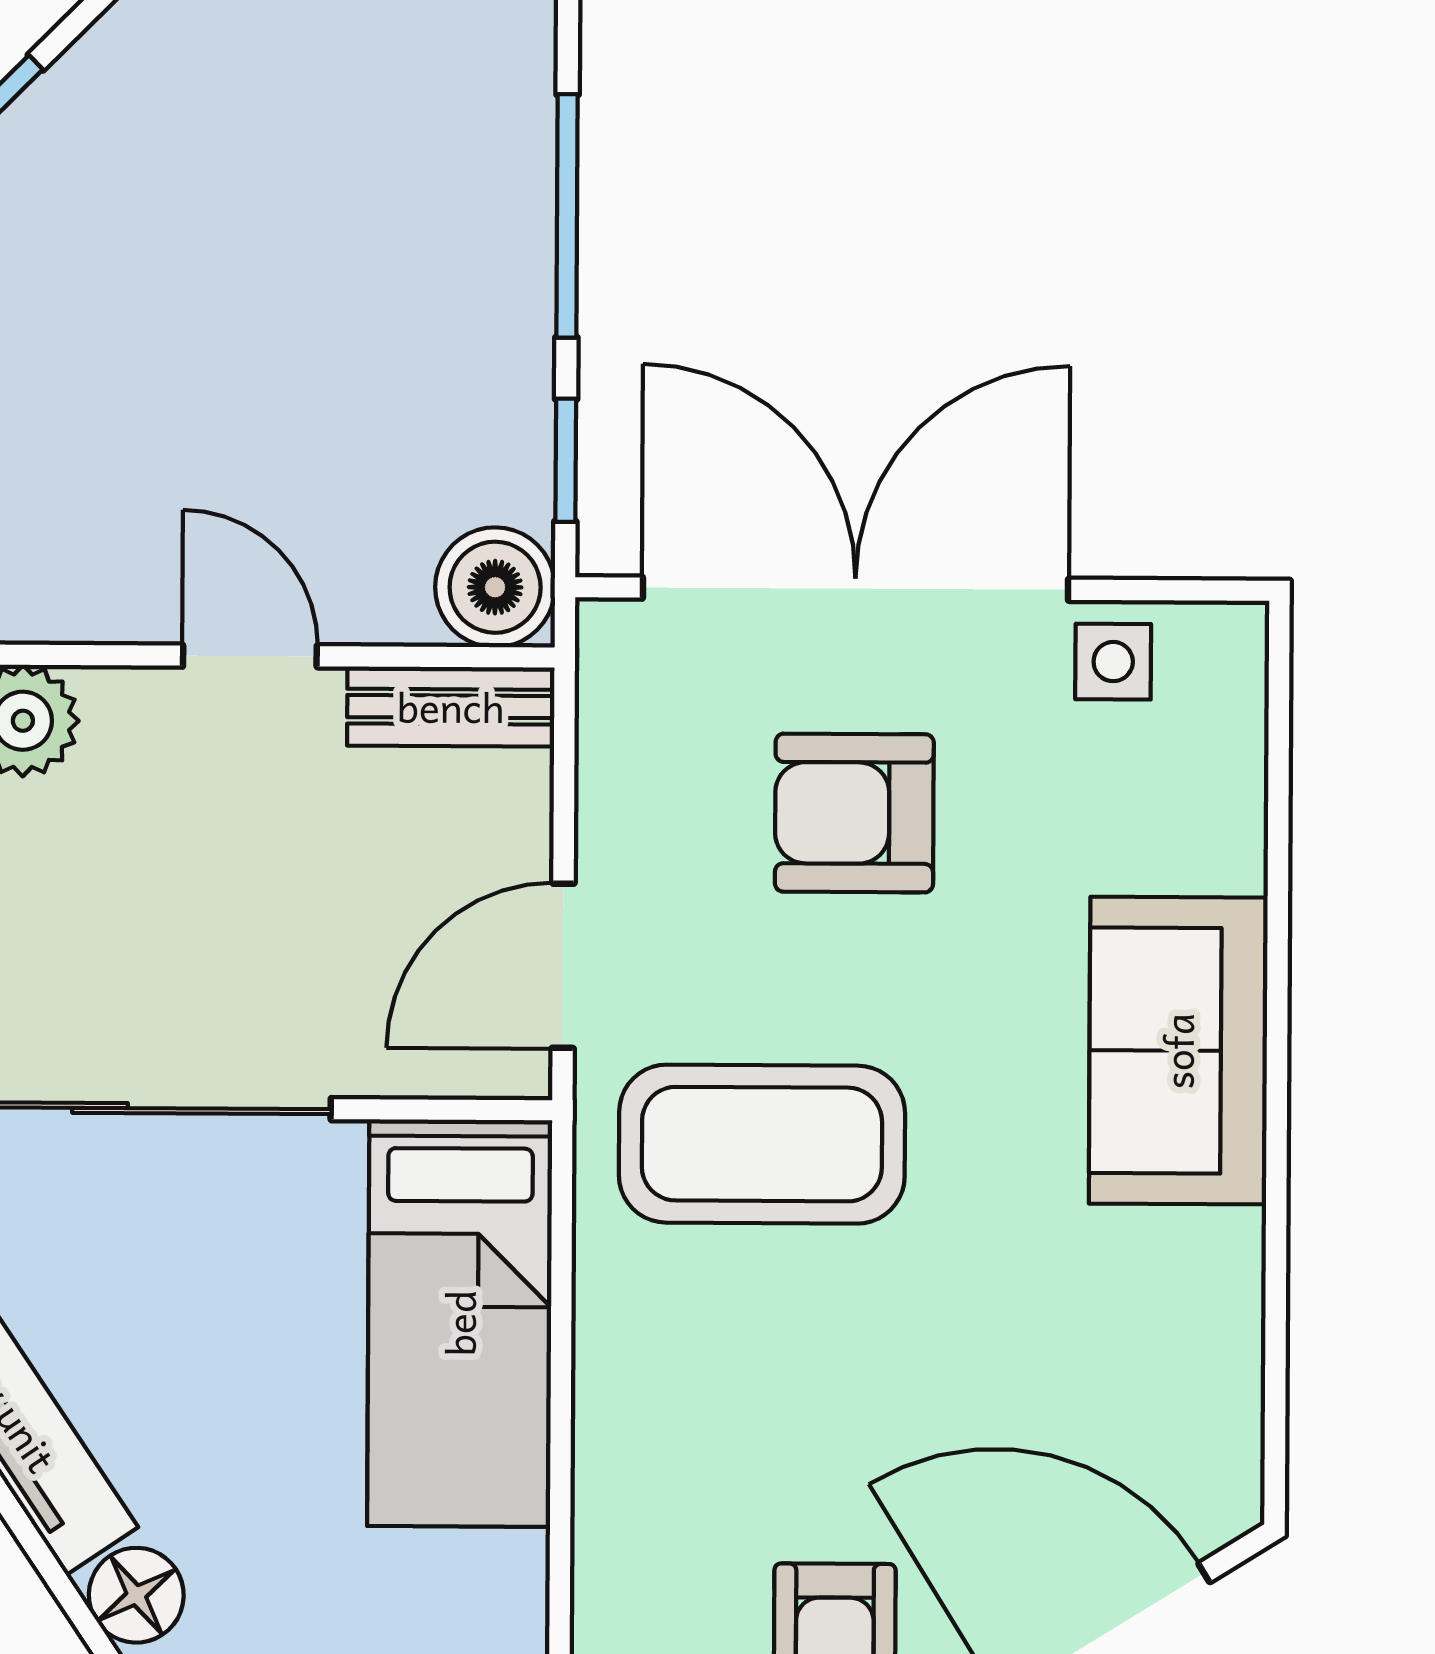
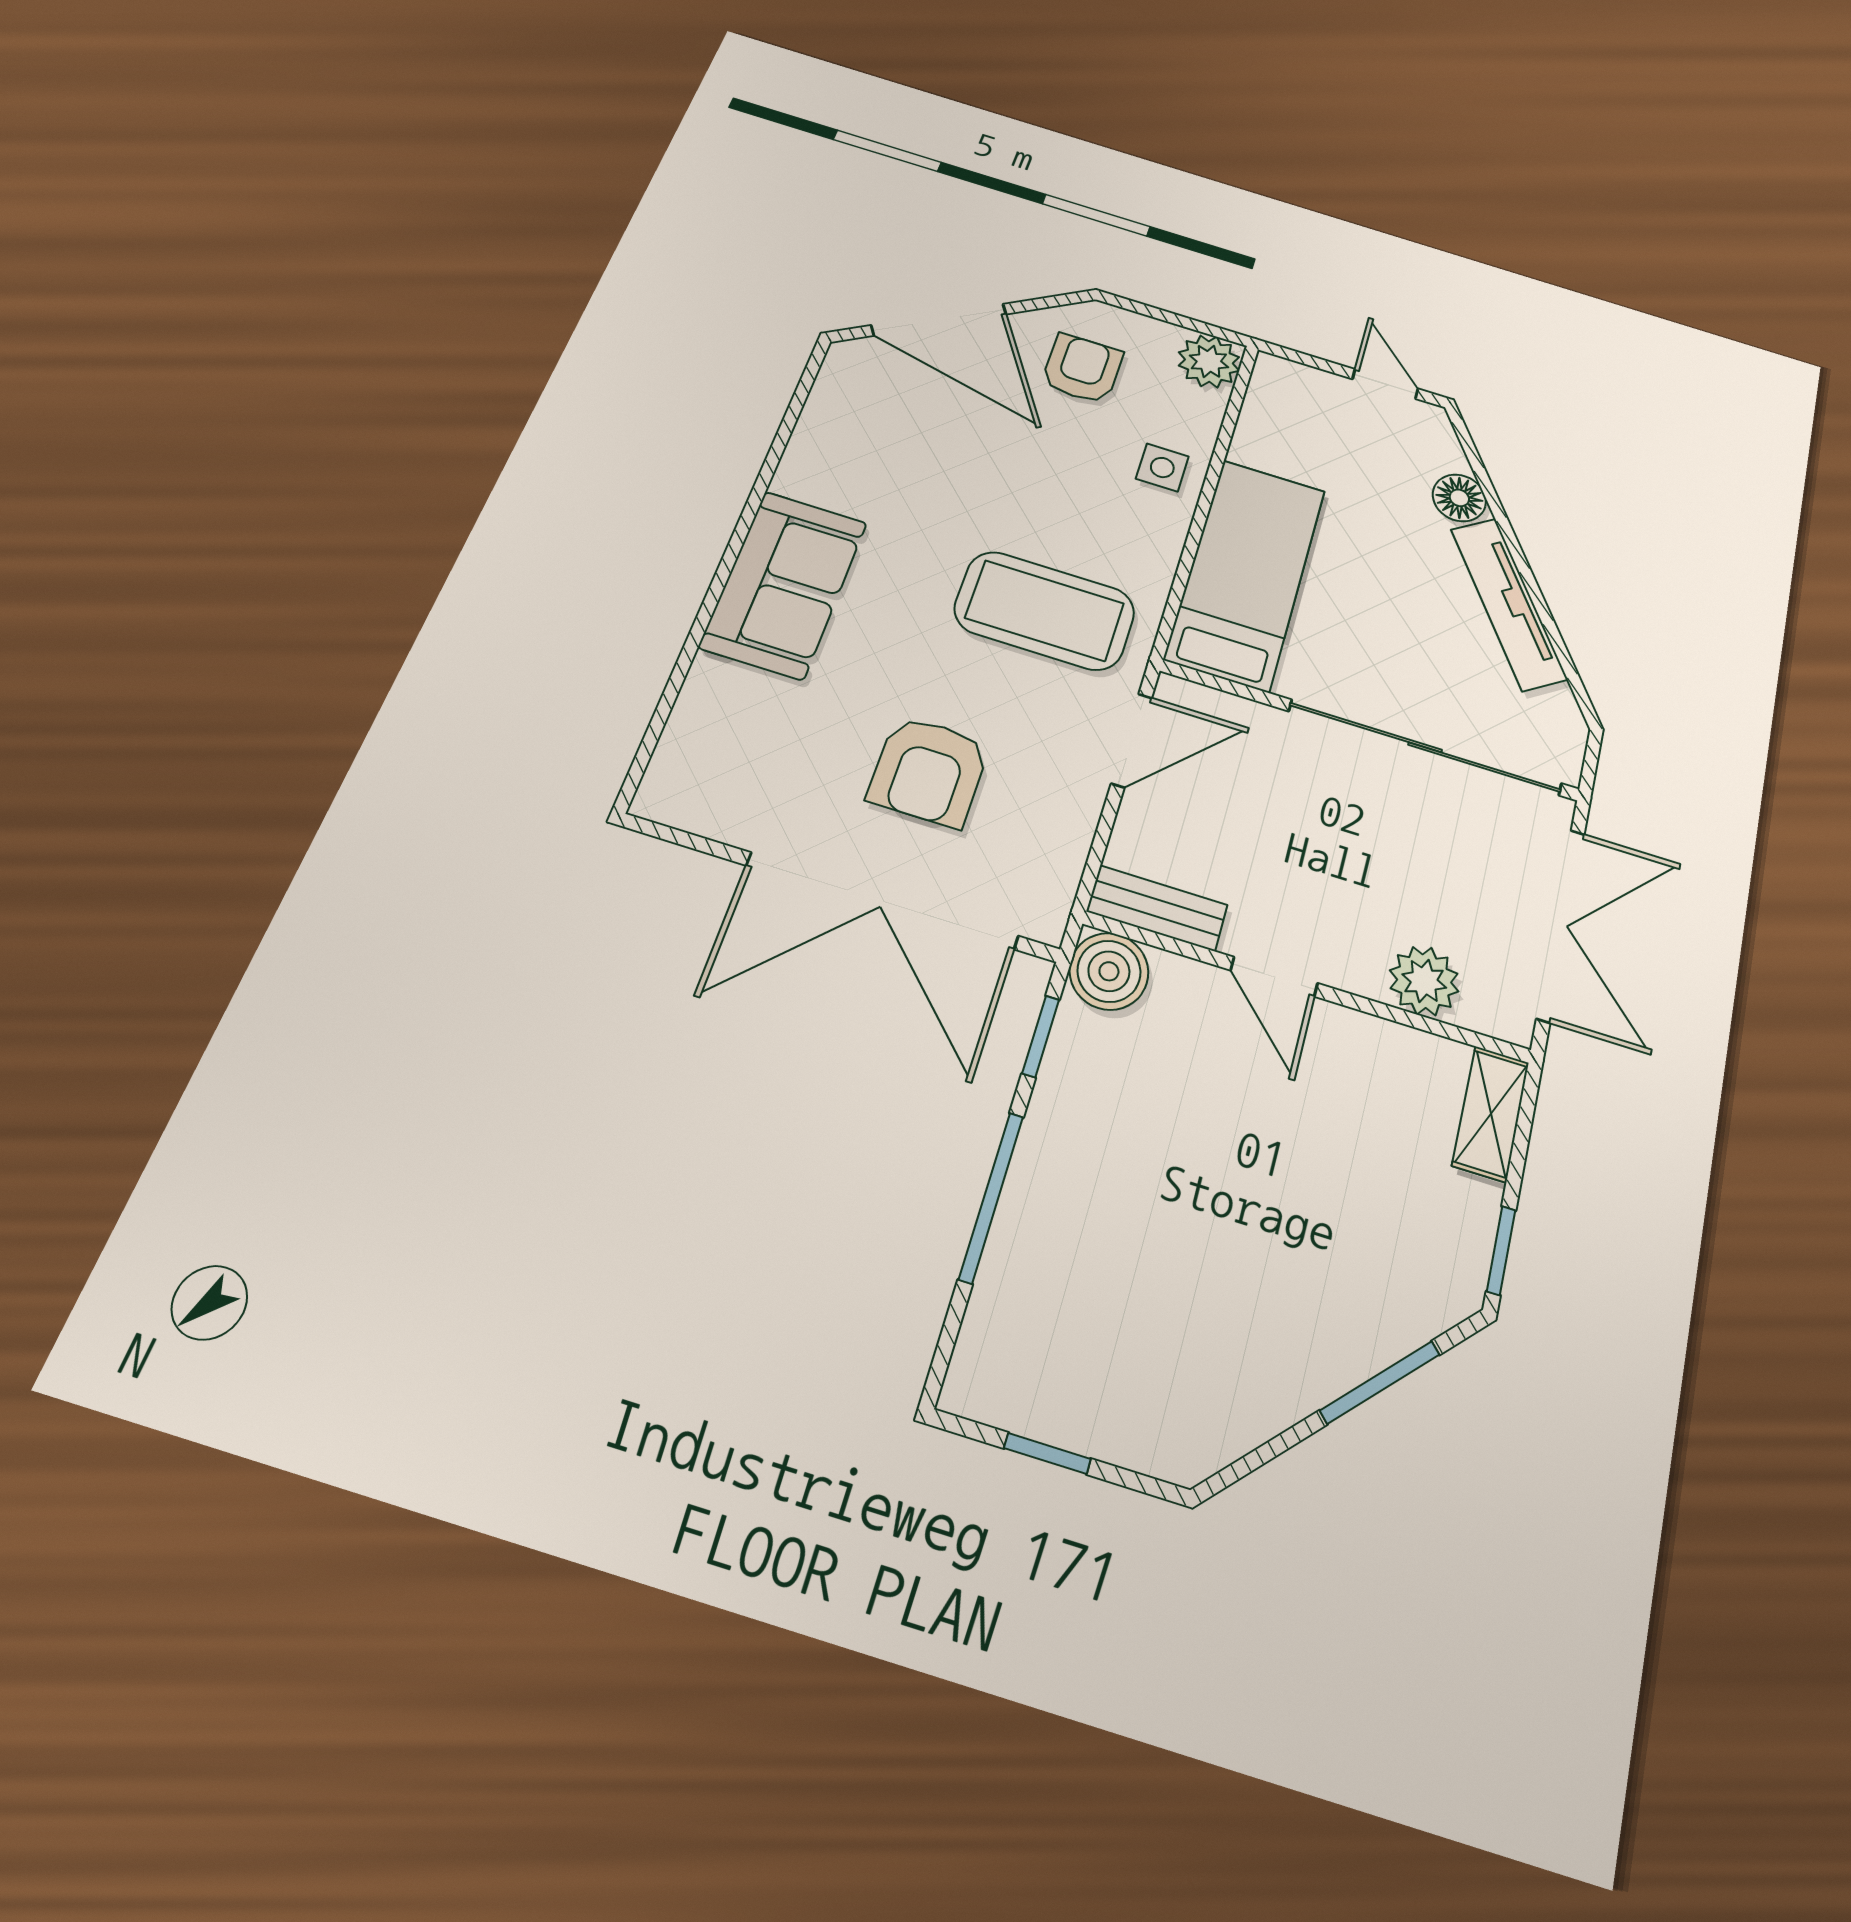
side table: (1113, 662) -> (1162, 468), moved
armchair: (854, 813) -> (929, 771), turned 90

